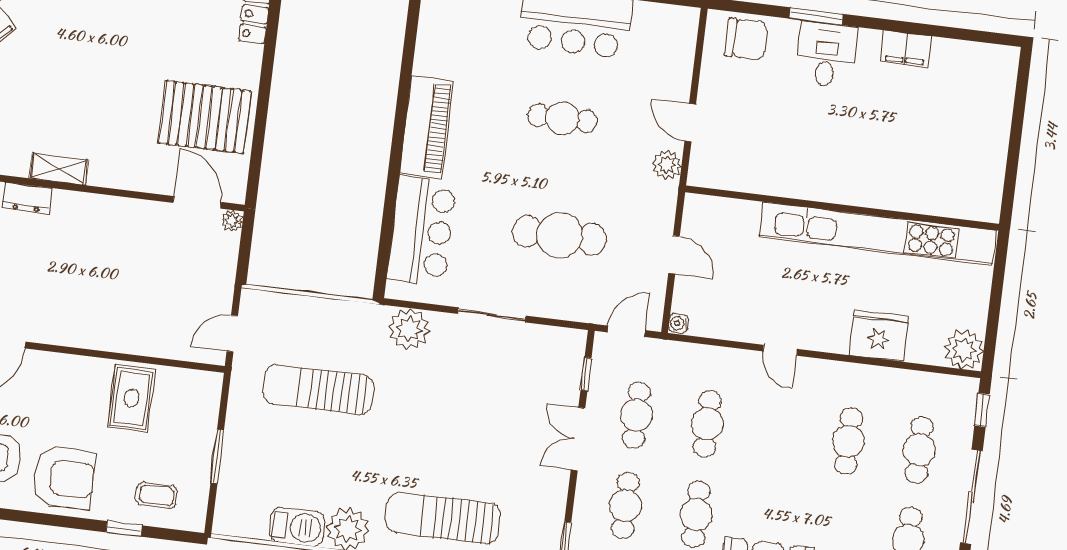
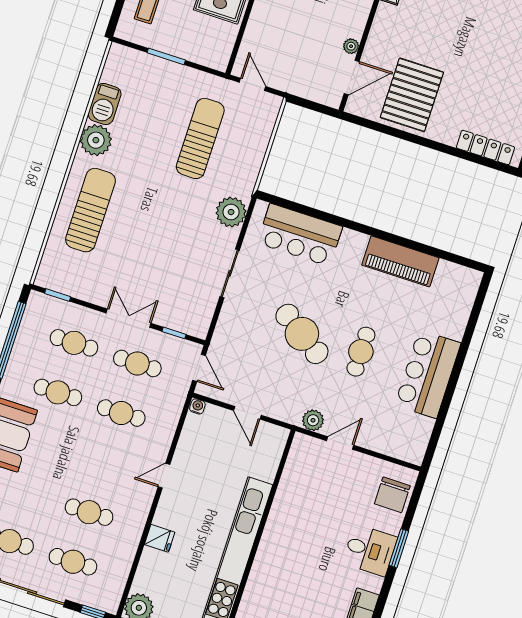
piano: (426, 127) -> (400, 261), moved
plant: (232, 221) -> (351, 46), moved
cafe table: (560, 235) -> (302, 334), moved, turned -56
door: (674, 255) -> (247, 413), hinge flipped
fridge: (879, 335) -> (160, 538), width x0.53, depth x0.75

